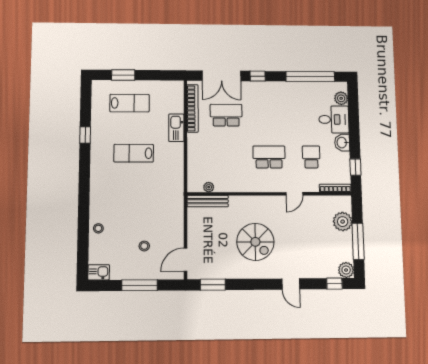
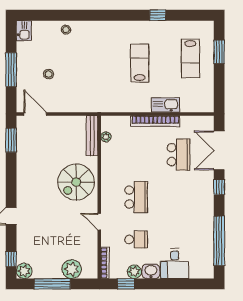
plant: (341, 98) -> (134, 272), moved
bookcase: (193, 108) -> (155, 121), moved
spiral stairs: (255, 242) -> (76, 182), moved

